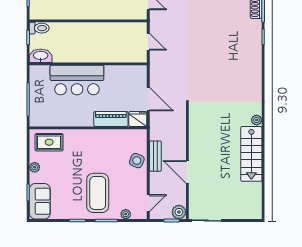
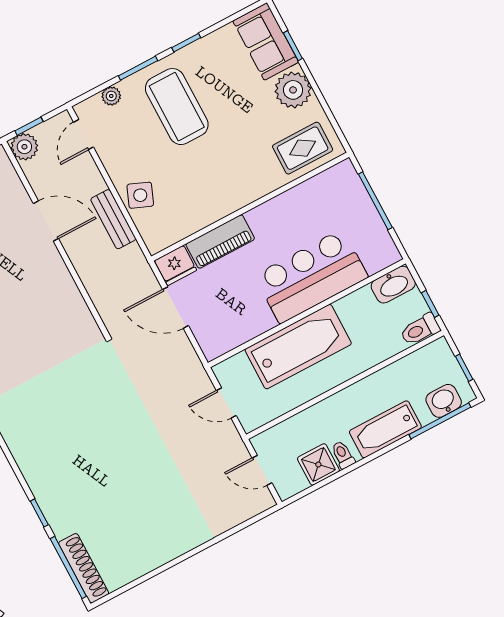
bathtub: (101, 50) -> (298, 347), added
plant: (35, 167) -> (293, 90), width x1.88, depth x1.88

